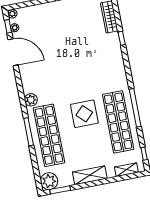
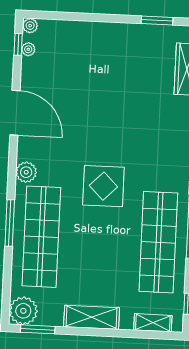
door: (13, 52) -> (15, 113), moved
display table: (84, 114) -> (103, 186), moved

